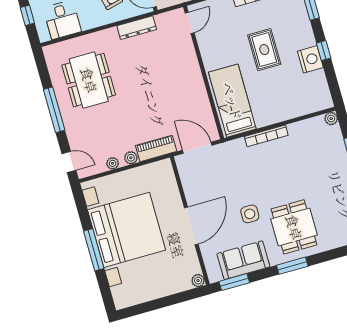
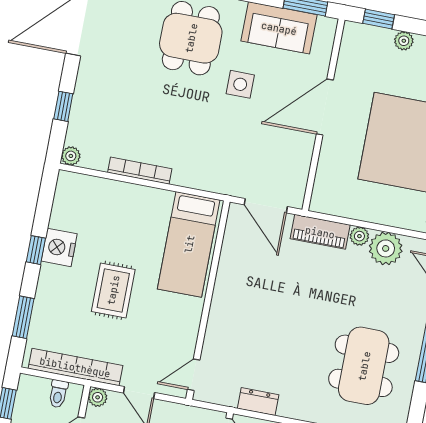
dresser: (137, 28) -> (258, 402), width x0.70
bookcase: (266, 136) -> (140, 171), moved
plant: (113, 163) -> (386, 248), width x1.87, depth x1.87
plant: (198, 281) -> (404, 41), moved
window: (185, 296) -> (379, 19), added

